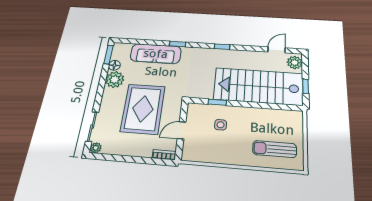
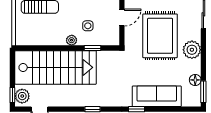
plant: (115, 80) -> (192, 50), moved
window: (306, 86) -> (12, 95), moved
plant: (240, 112) -> (72, 40), added

